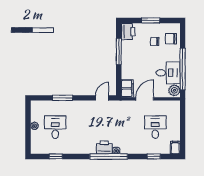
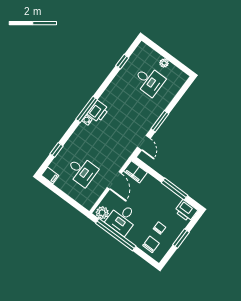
window: (62, 98) -> (160, 121), moved
window: (109, 156) -> (87, 109), width x0.68

